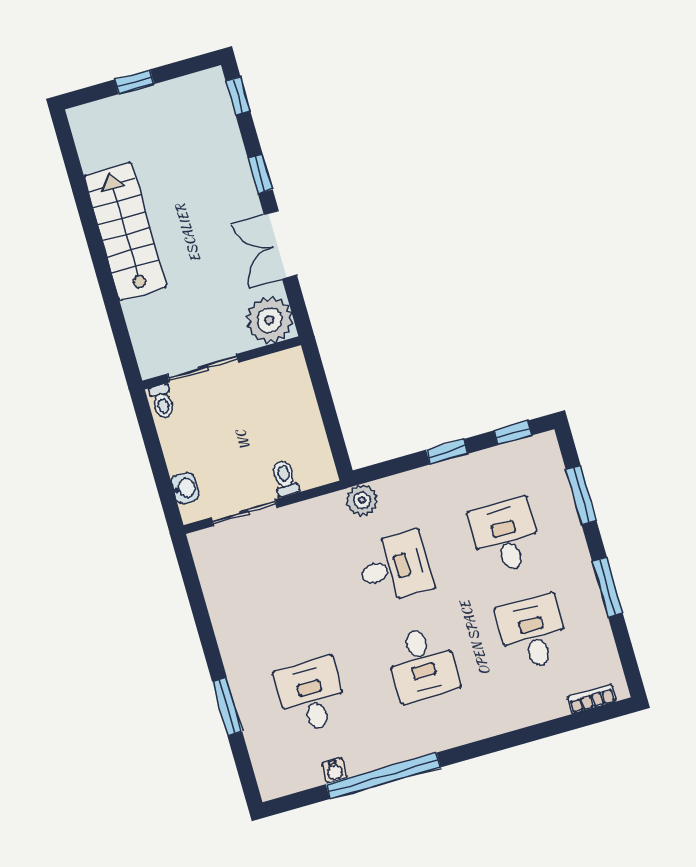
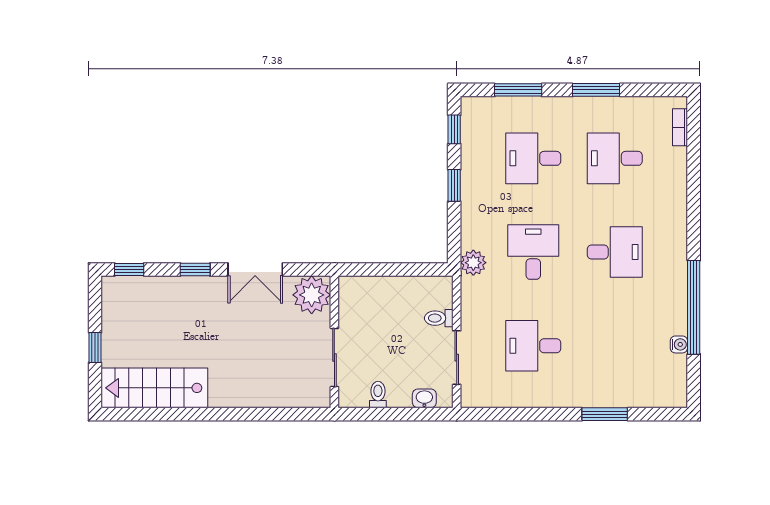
stairs: (125, 231) -> (154, 388), moved
toilet: (162, 402) -> (378, 395), moved, turned -90
desk: (311, 695) -> (533, 346), moved

